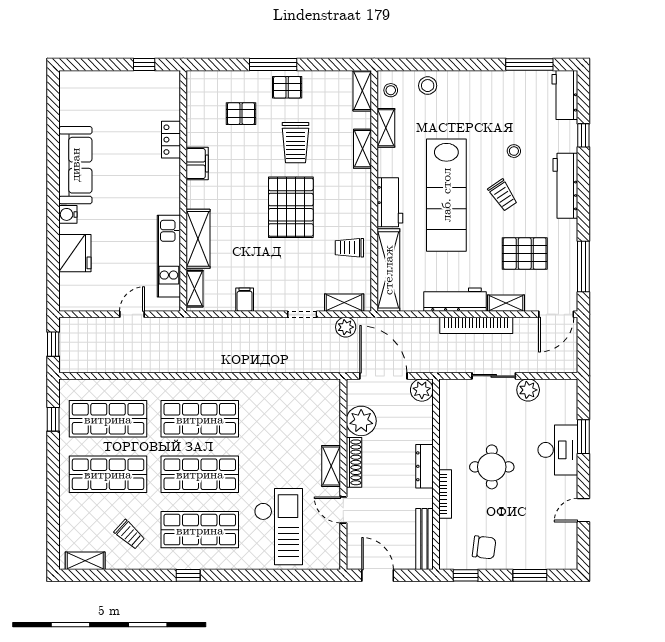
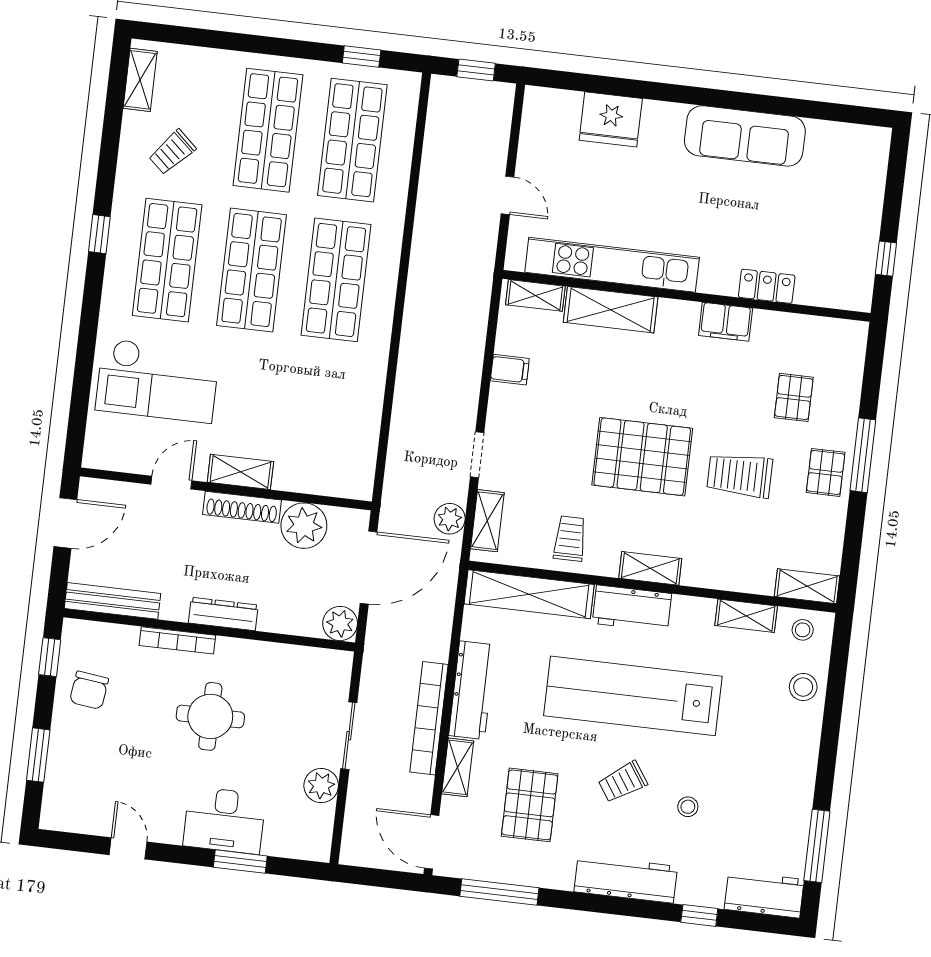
shelving: (363, 149) -> (650, 568), moved
water cooler: (68, 214) -> (671, 116), removed
kitchen unit: (169, 256) -> (612, 265), width x1.36

